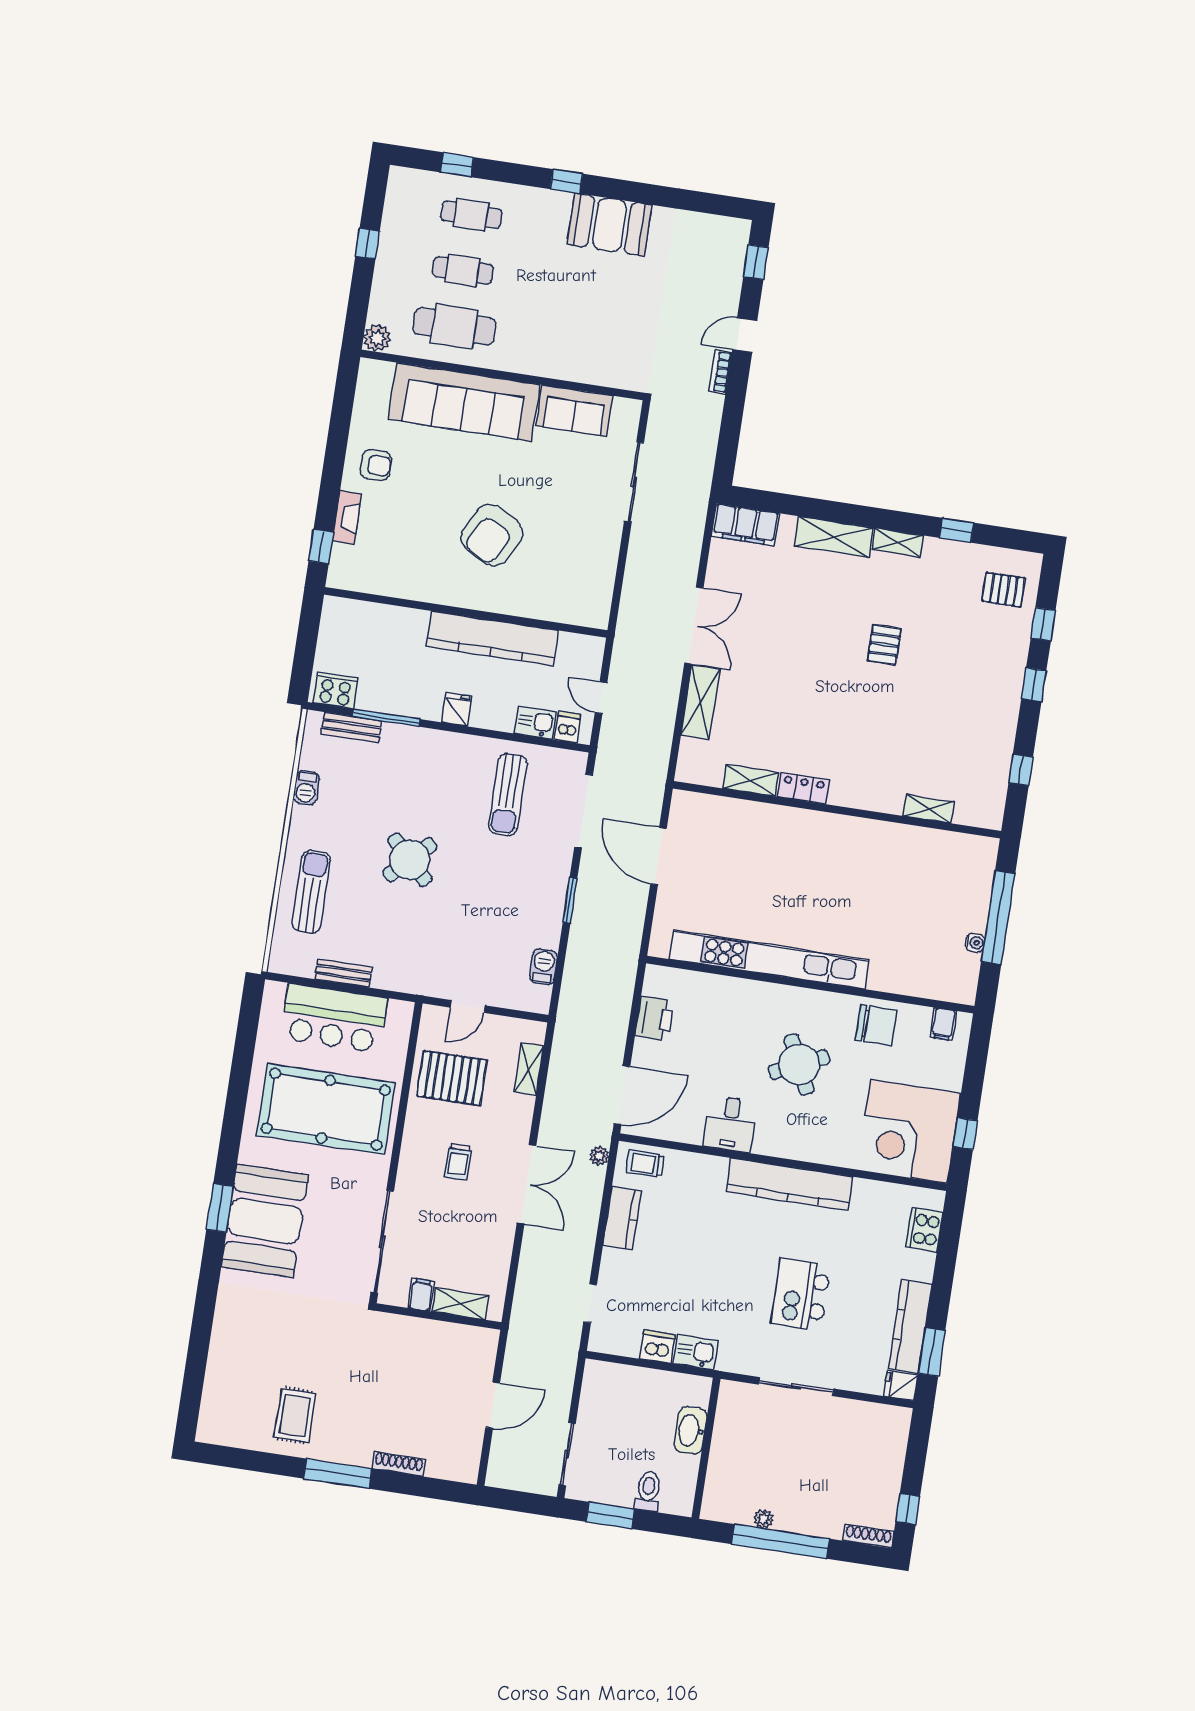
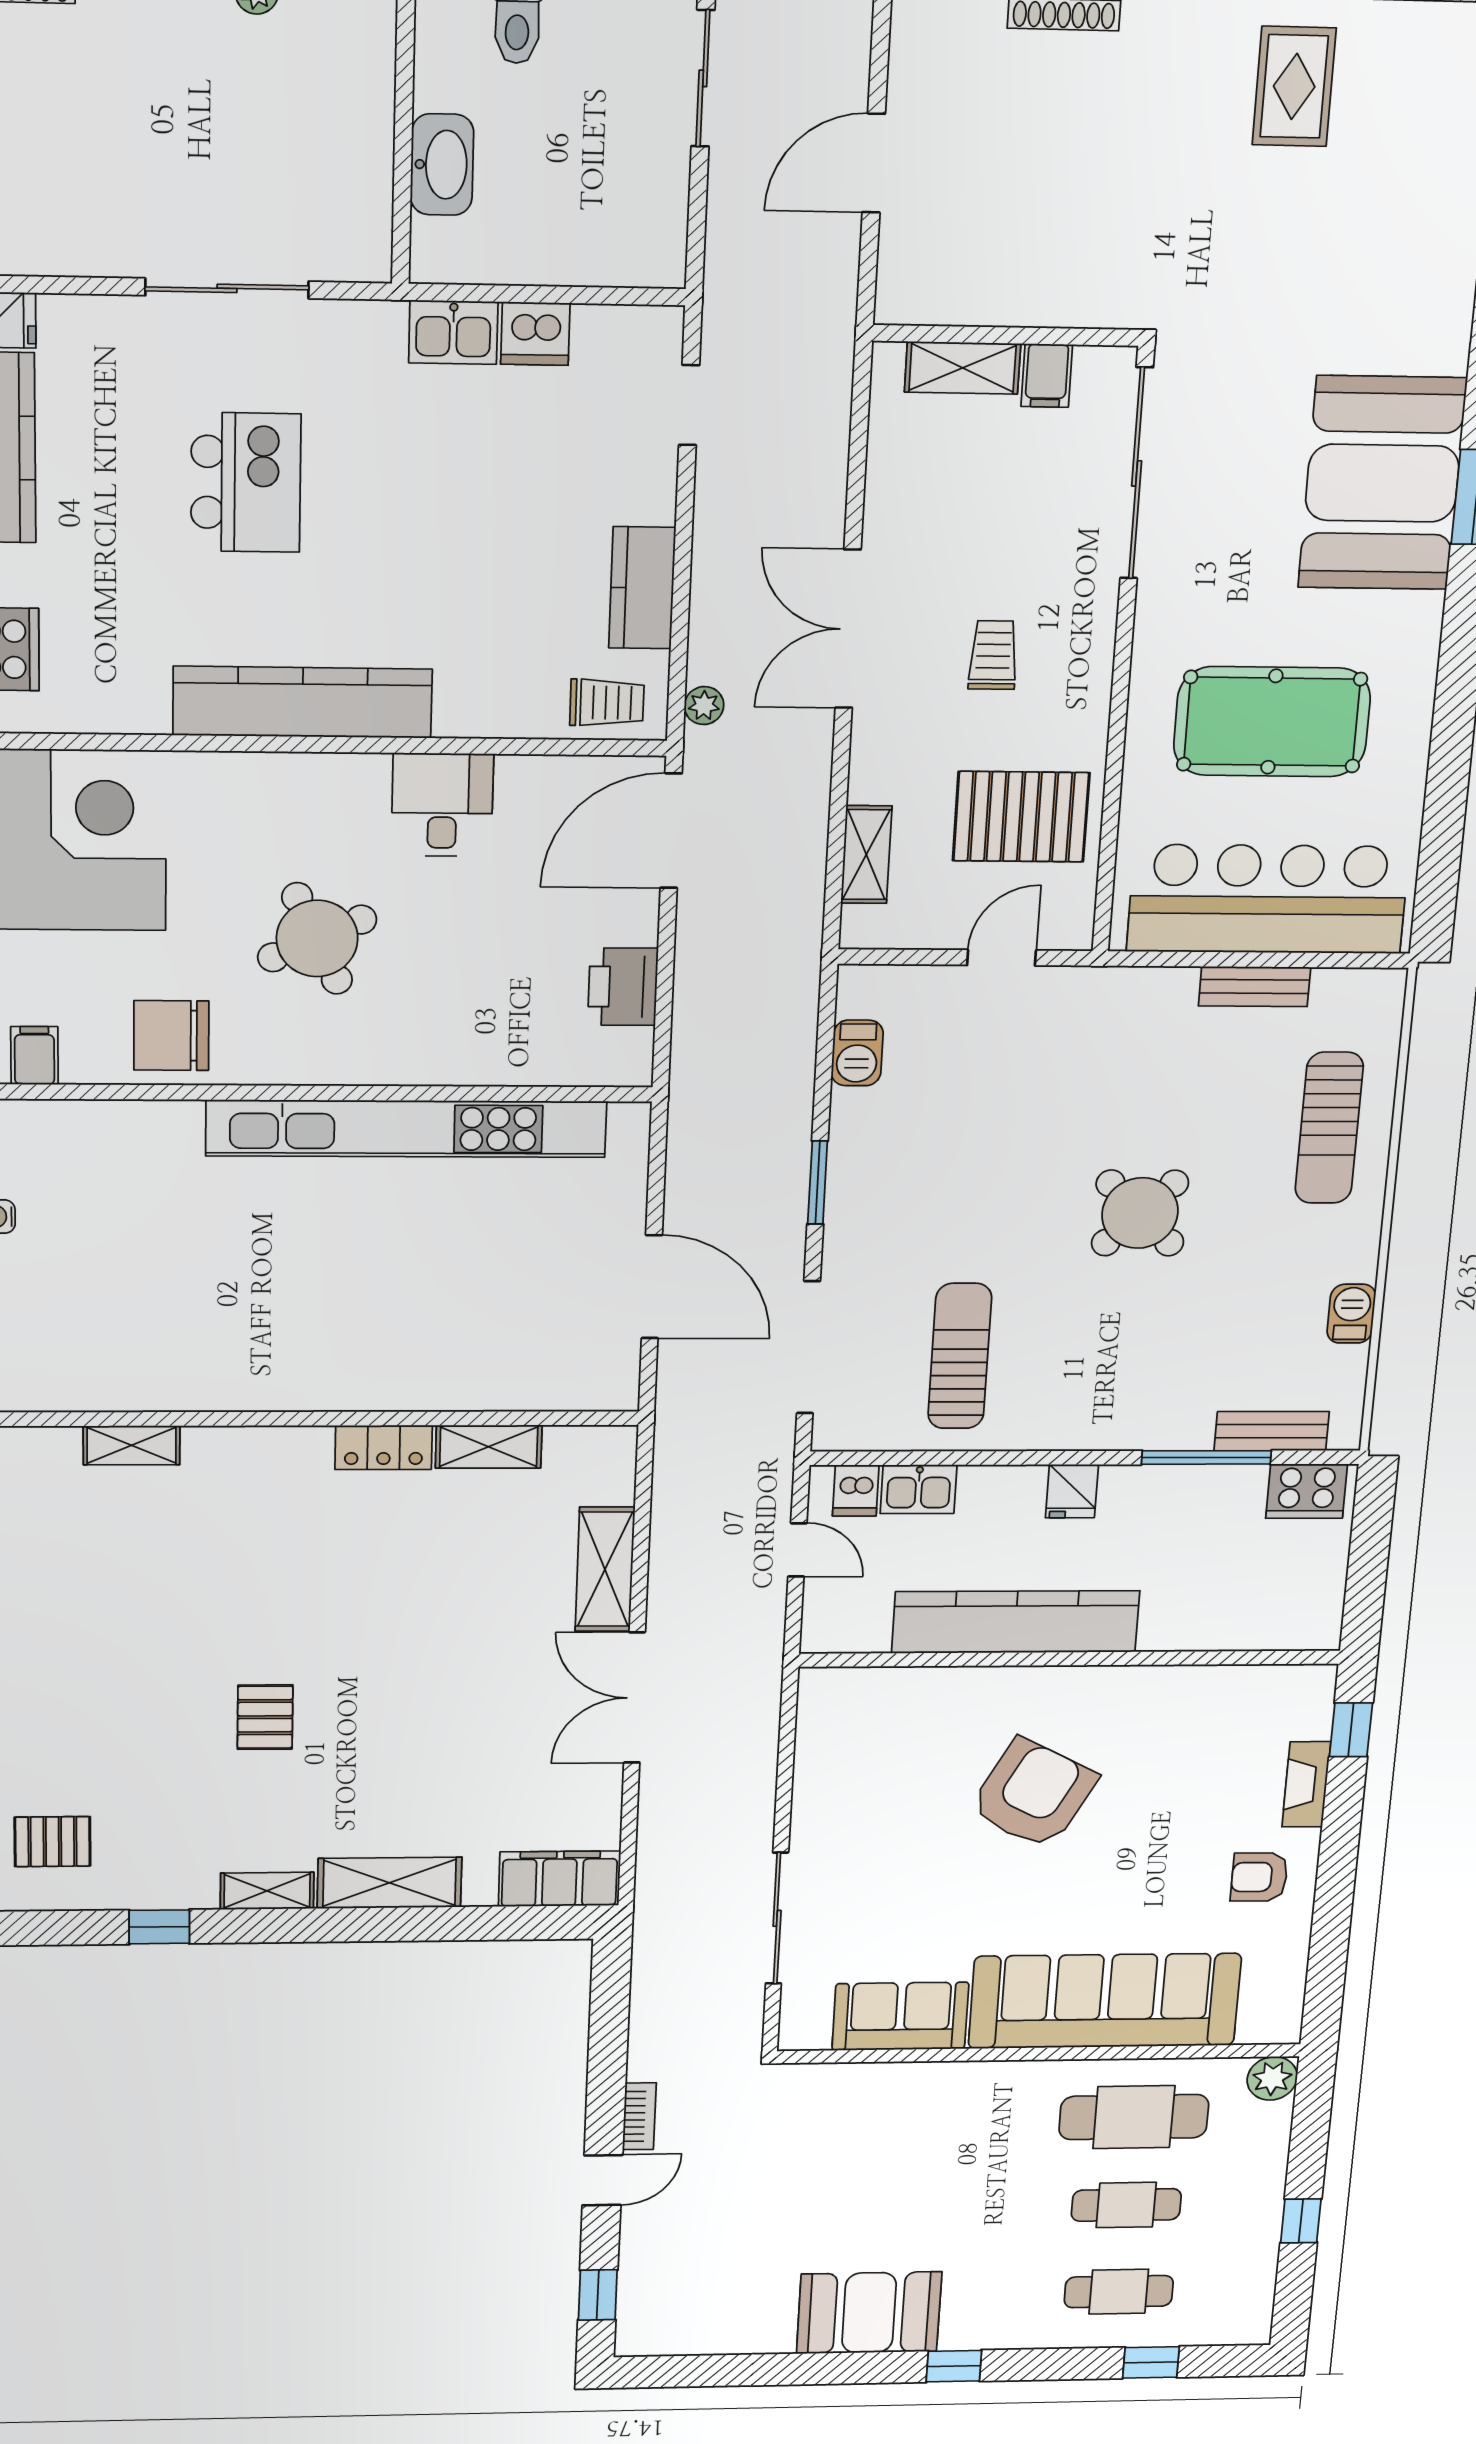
bar counter: (334, 1018) -> (1268, 899), width x1.36
pool table: (326, 1109) -> (1272, 722), width x0.73, depth x0.76

